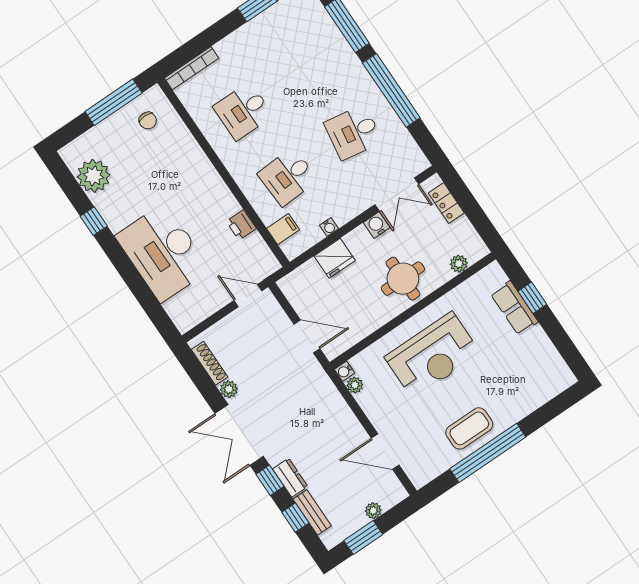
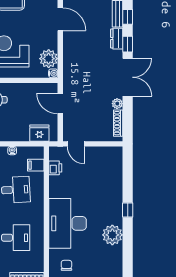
plant: (94, 176) -> (112, 235), moved
window: (94, 221) -> (128, 210), moved
printer: (241, 225) -> (55, 168), moved
desk: (163, 253) -> (68, 223), moved, turned 180
fridge: (335, 258) -> (39, 133), moved
plant: (355, 385) -> (49, 59), width x1.87, depth x1.87

